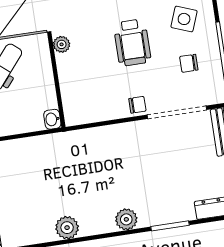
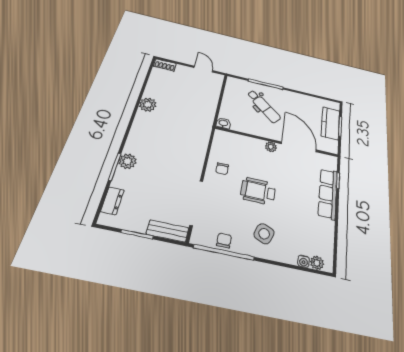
chair: (189, 63) -> (224, 240), moved
chair: (137, 105) -> (222, 169), moved
plant: (126, 219) -> (128, 161), moved

